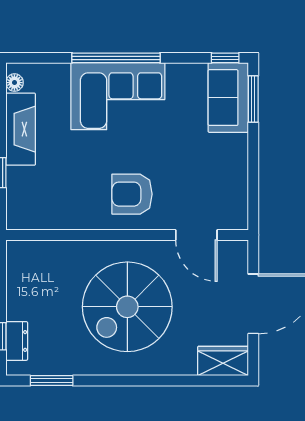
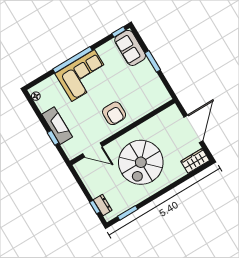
window: (253, 99) -> (153, 61), moved
fireplace: (21, 129) -> (57, 126), moved
armchair: (132, 194) -> (114, 113), turned -90
door: (196, 235) -> (92, 150), moved

